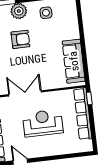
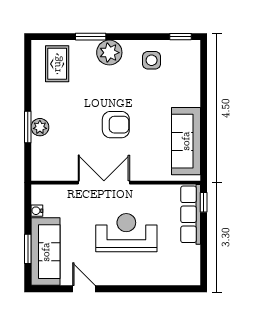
armchair: (20, 39) -> (116, 125), moved
row of seats: (83, 114) -> (191, 214), width x0.73

